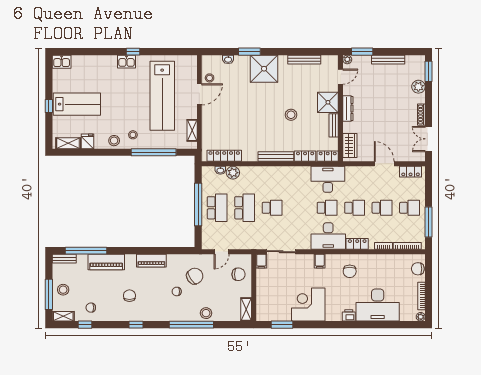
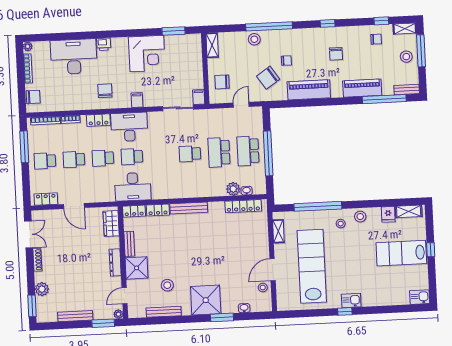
stool: (291, 115) -> (167, 285), moved
piano: (151, 261) -> (309, 90), width x1.37, depth x1.33

